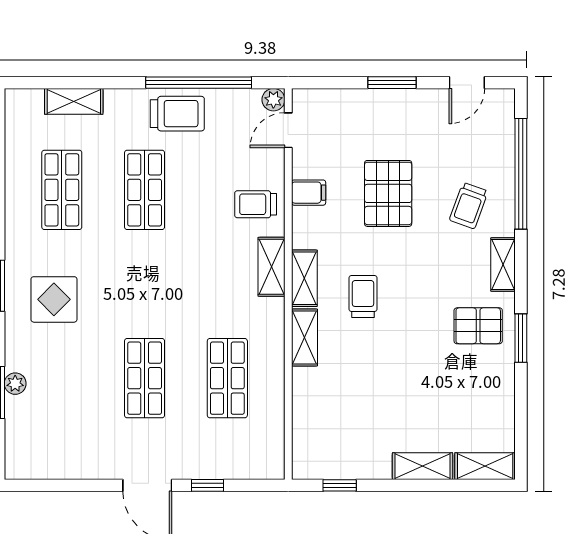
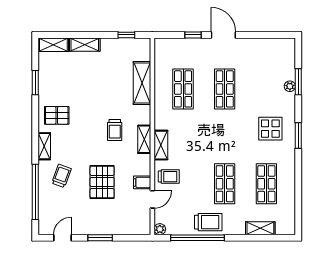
trolley: (177, 114) -> (208, 222), turned 180
door: (288, 130) -> (152, 199), moved
shelving: (305, 337) -> (142, 83), moved, width x1.50, depth x1.33
window: (521, 338) -> (35, 83), moved

